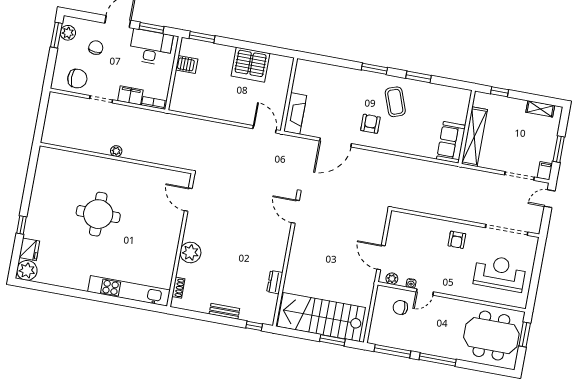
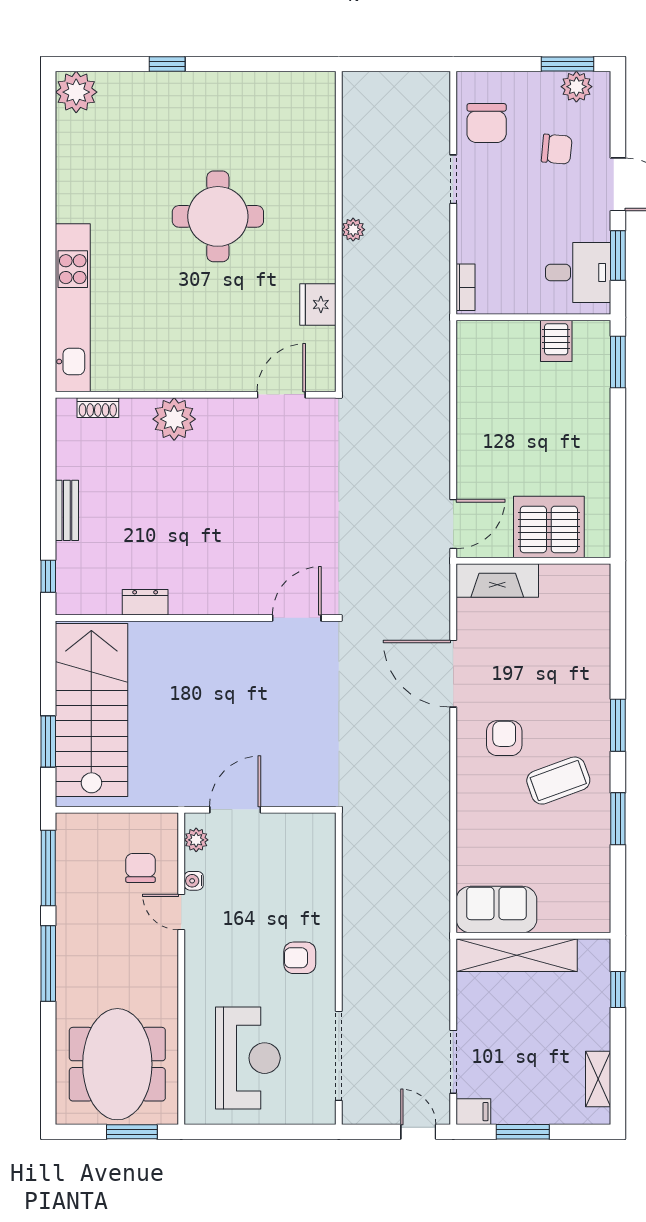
desk: (151, 47) -> (578, 272), width x0.73
server rack: (250, 65) -> (549, 527), moved, turned 90
filing cabinet: (130, 95) -> (472, 238), removed
armchair: (370, 124) -> (504, 738), turned -90
fridge: (29, 249) -> (318, 305), moved, turned 90

